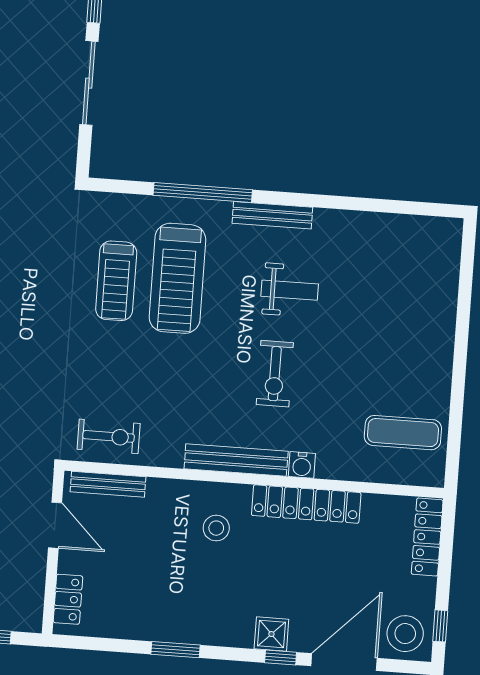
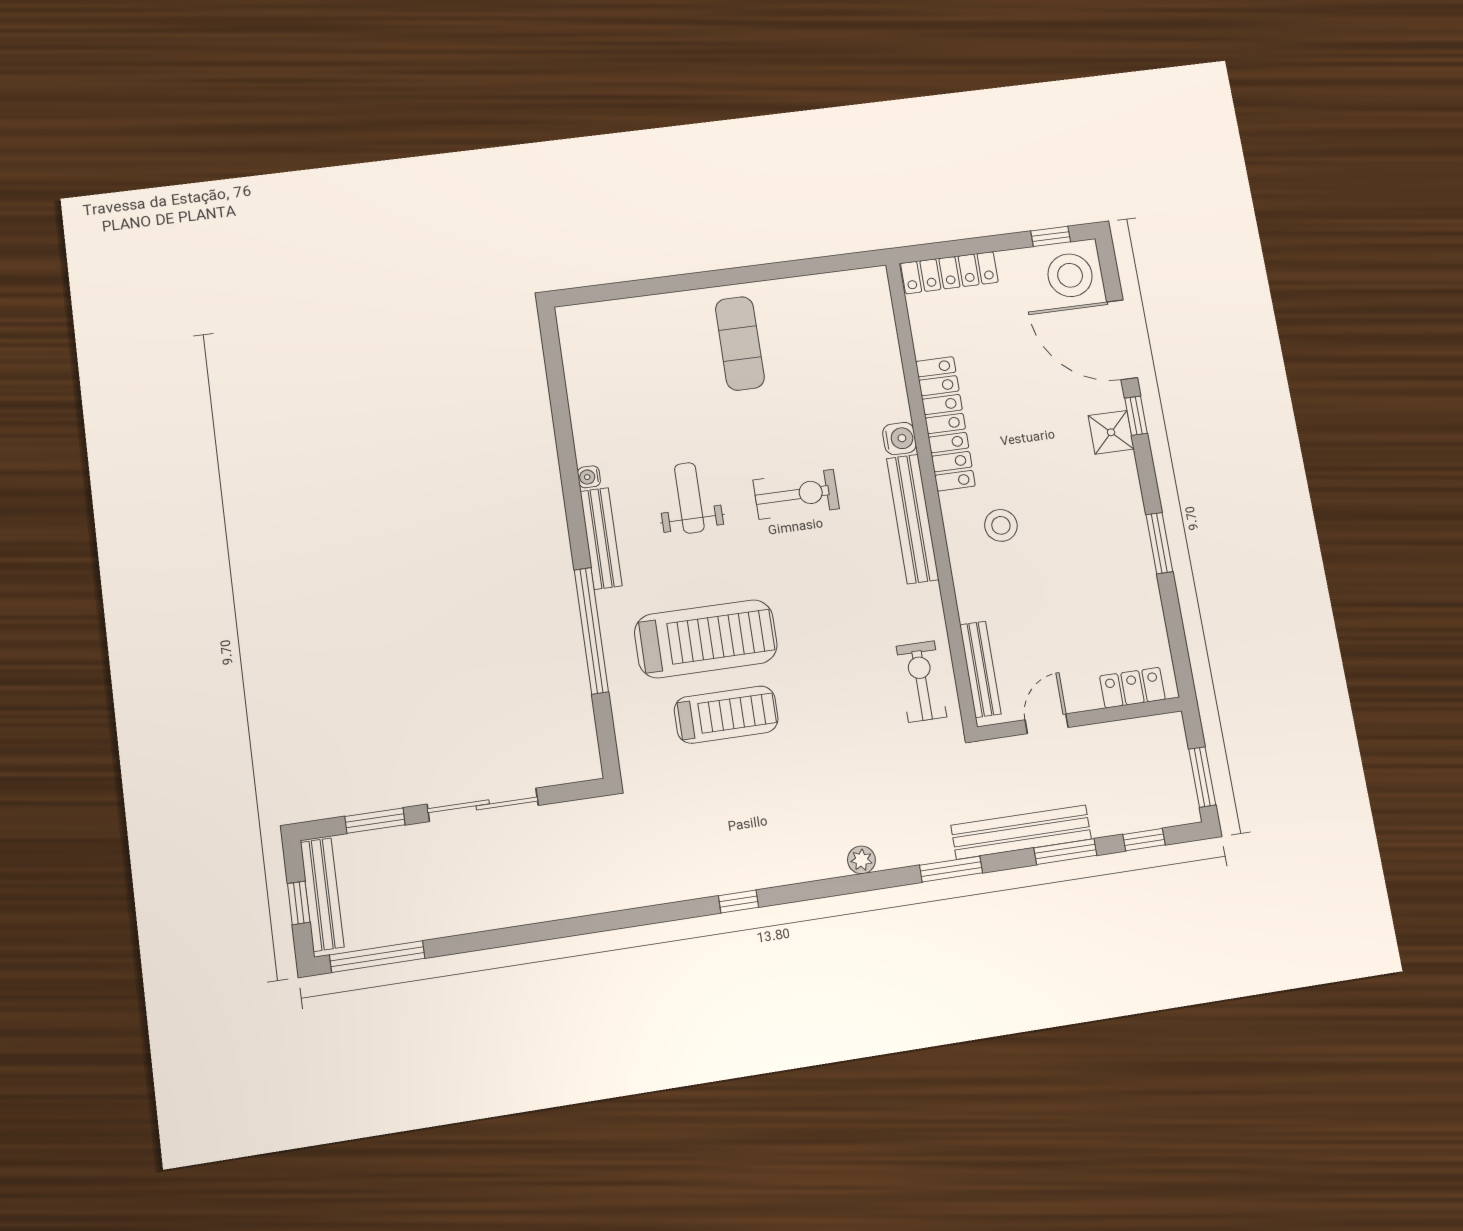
water cooler: (323, 216) -> (589, 477), added
exercise mat: (403, 433) -> (740, 343), moved
door: (55, 525) -> (1047, 724), width x0.73

